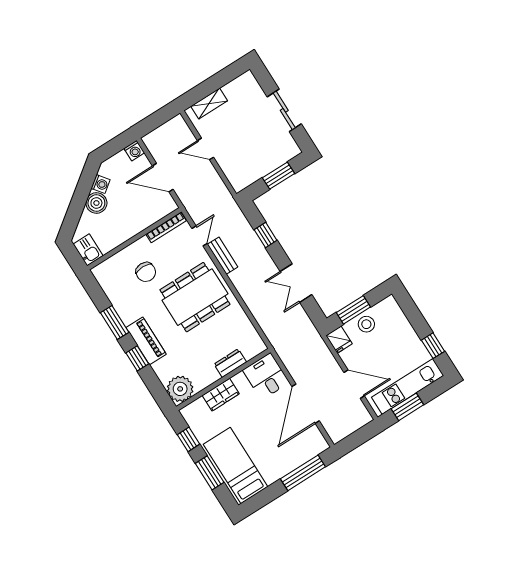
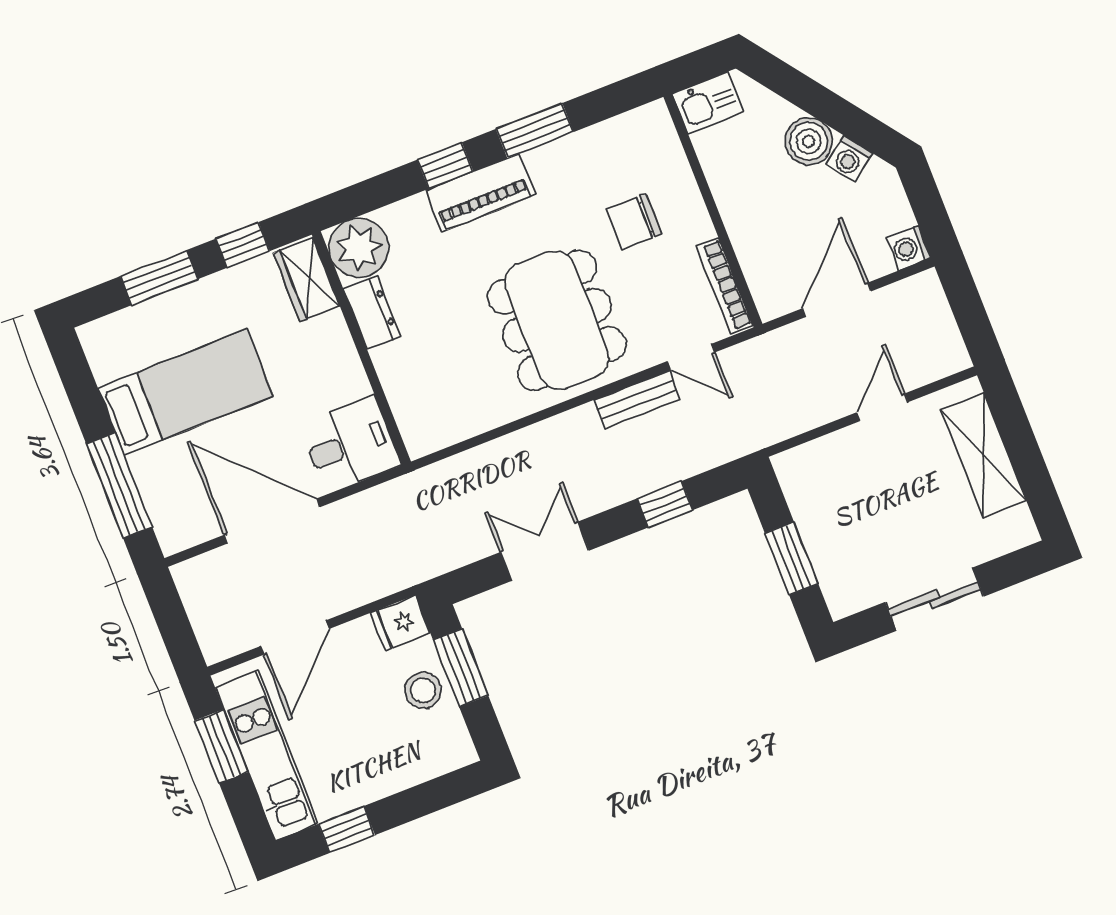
shelving: (209, 103) -> (984, 455), width x1.50, depth x1.33
dresser: (230, 363) -> (372, 313), moved
wardrobe: (221, 395) -> (306, 279), moved
bed: (236, 465) -> (186, 392), moved

